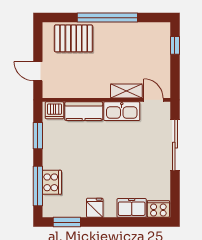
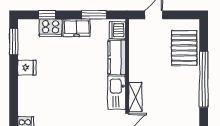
window: (38, 186) -> (47, 15), width x0.46
freezer: (132, 208) -> (77, 28), moved, turned 90

